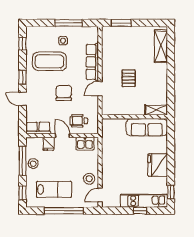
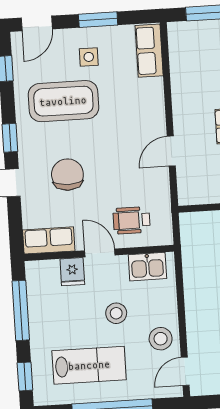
door: (39, 23) -> (37, 23), added
window: (69, 23) -> (98, 20), width x0.69
row of seats: (92, 62) -> (149, 51), moved, width x0.68
chair: (64, 93) -> (67, 175), moved
stool: (33, 164) -> (116, 313), moved

